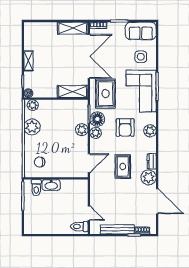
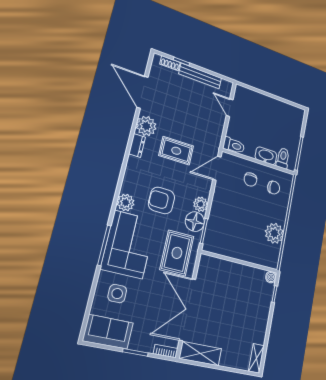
shelving: (28, 61) -> (256, 358), moved
shelving: (73, 92) -> (218, 266), removed
plant: (33, 105) -> (269, 260), removed
armchair: (125, 127) -> (162, 200), turned -89
plant: (82, 130) -> (217, 213), removed
plant: (150, 131) -> (126, 203), moved
chair: (60, 163) -> (250, 179), added
rug: (123, 166) -> (176, 151), turned 90
toilet: (79, 226) -> (234, 145), moved

